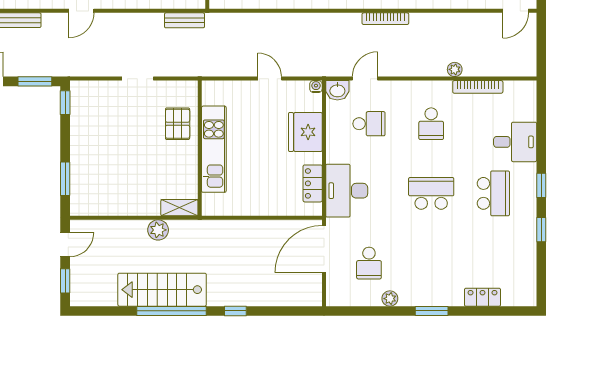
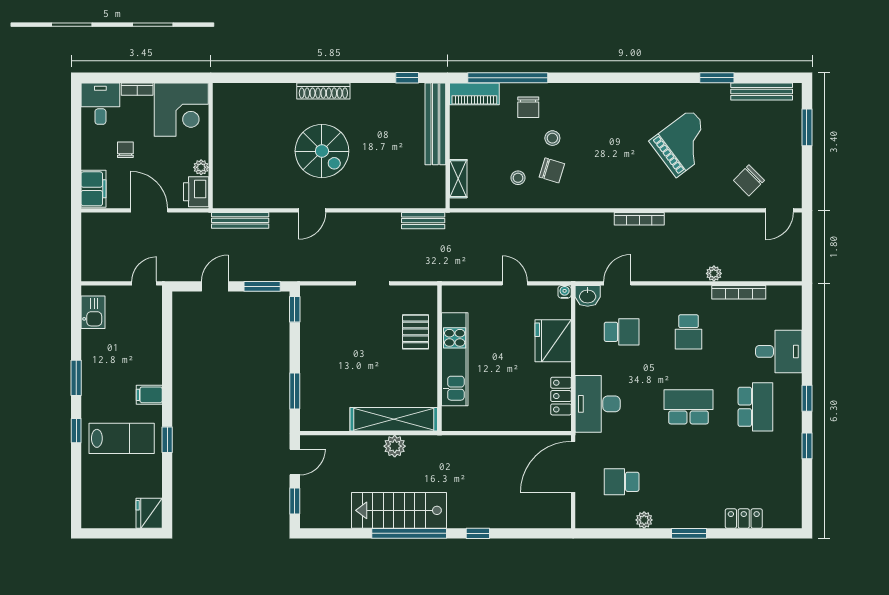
shelving: (179, 208) -> (394, 419), width x2.20, depth x1.33
school desk: (369, 263) -> (622, 482), turned 90

